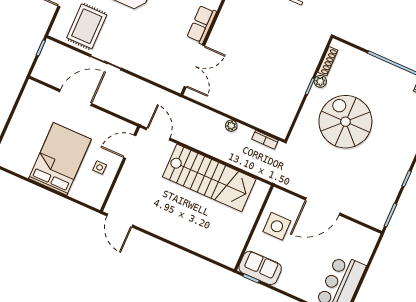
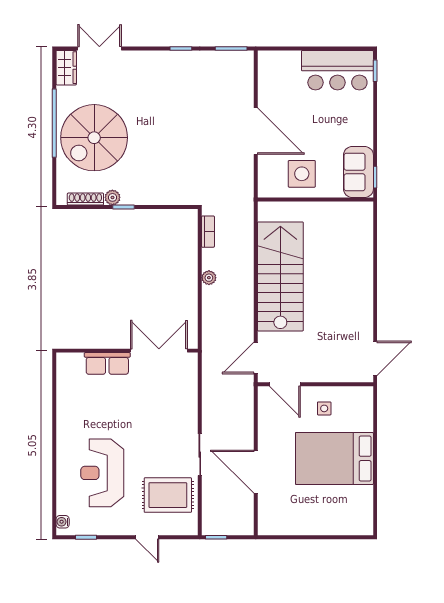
spiral stairs: (345, 122) -> (94, 138), moved

